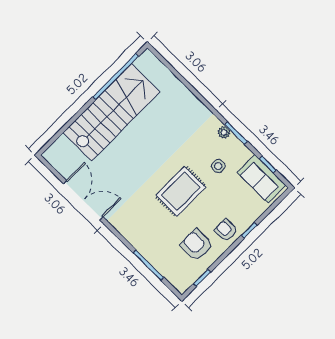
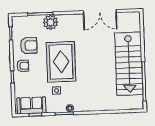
rug: (181, 191) -> (61, 62), width x1.37, depth x1.44
plant: (147, 245) -> (51, 22), added

